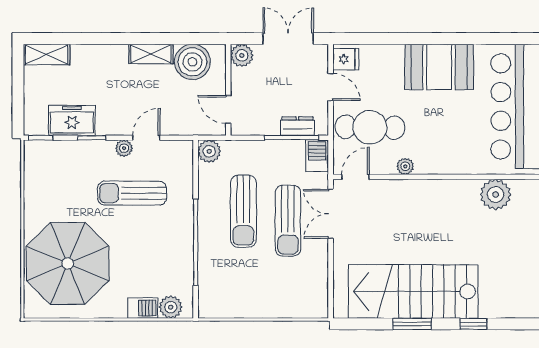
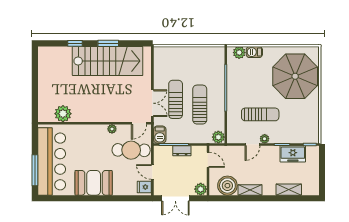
shelving: (47, 54) -> (289, 190), moved
dresser: (297, 126) -> (182, 151), moved

